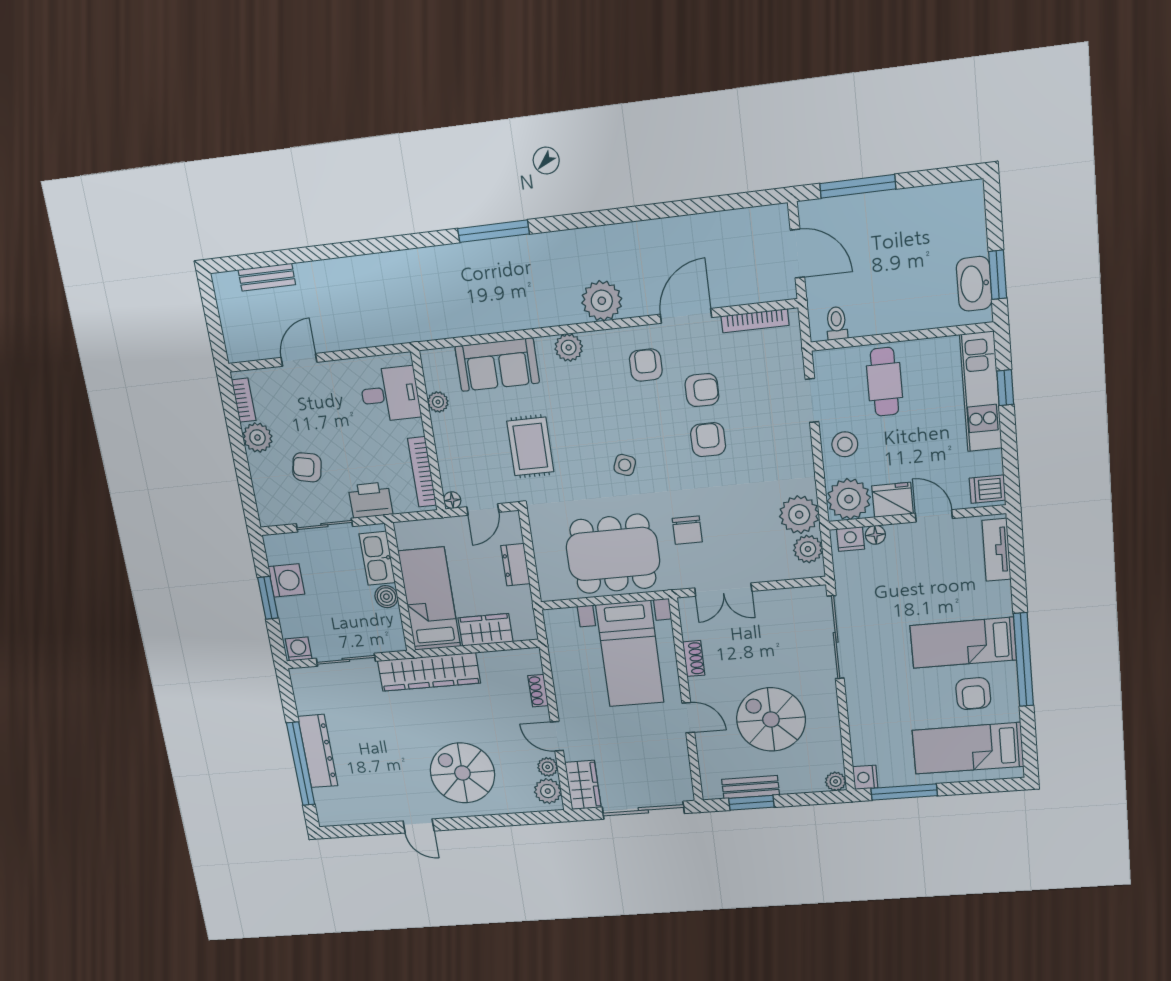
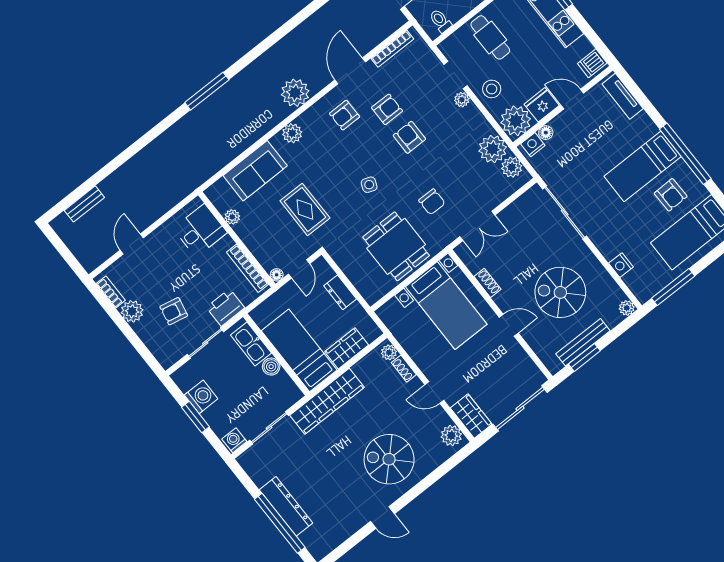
armchair: (646, 365) -> (344, 115), turned -90
plant: (800, 434) -> (462, 100), added
dining table: (613, 554) -> (396, 246), width x0.73
plant: (548, 767) -> (389, 352), moved
nightstand: (865, 777) -> (621, 265), moved
bench: (751, 787) -> (583, 342), width x1.36

